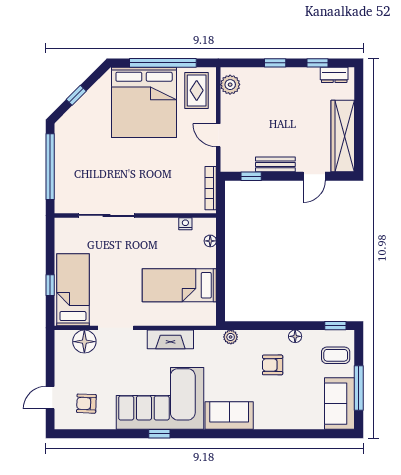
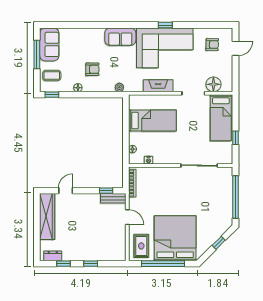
plant: (230, 85) -> (120, 250), removed
bench: (275, 164) -> (113, 198), moved
window: (50, 285) -> (236, 138), moved

